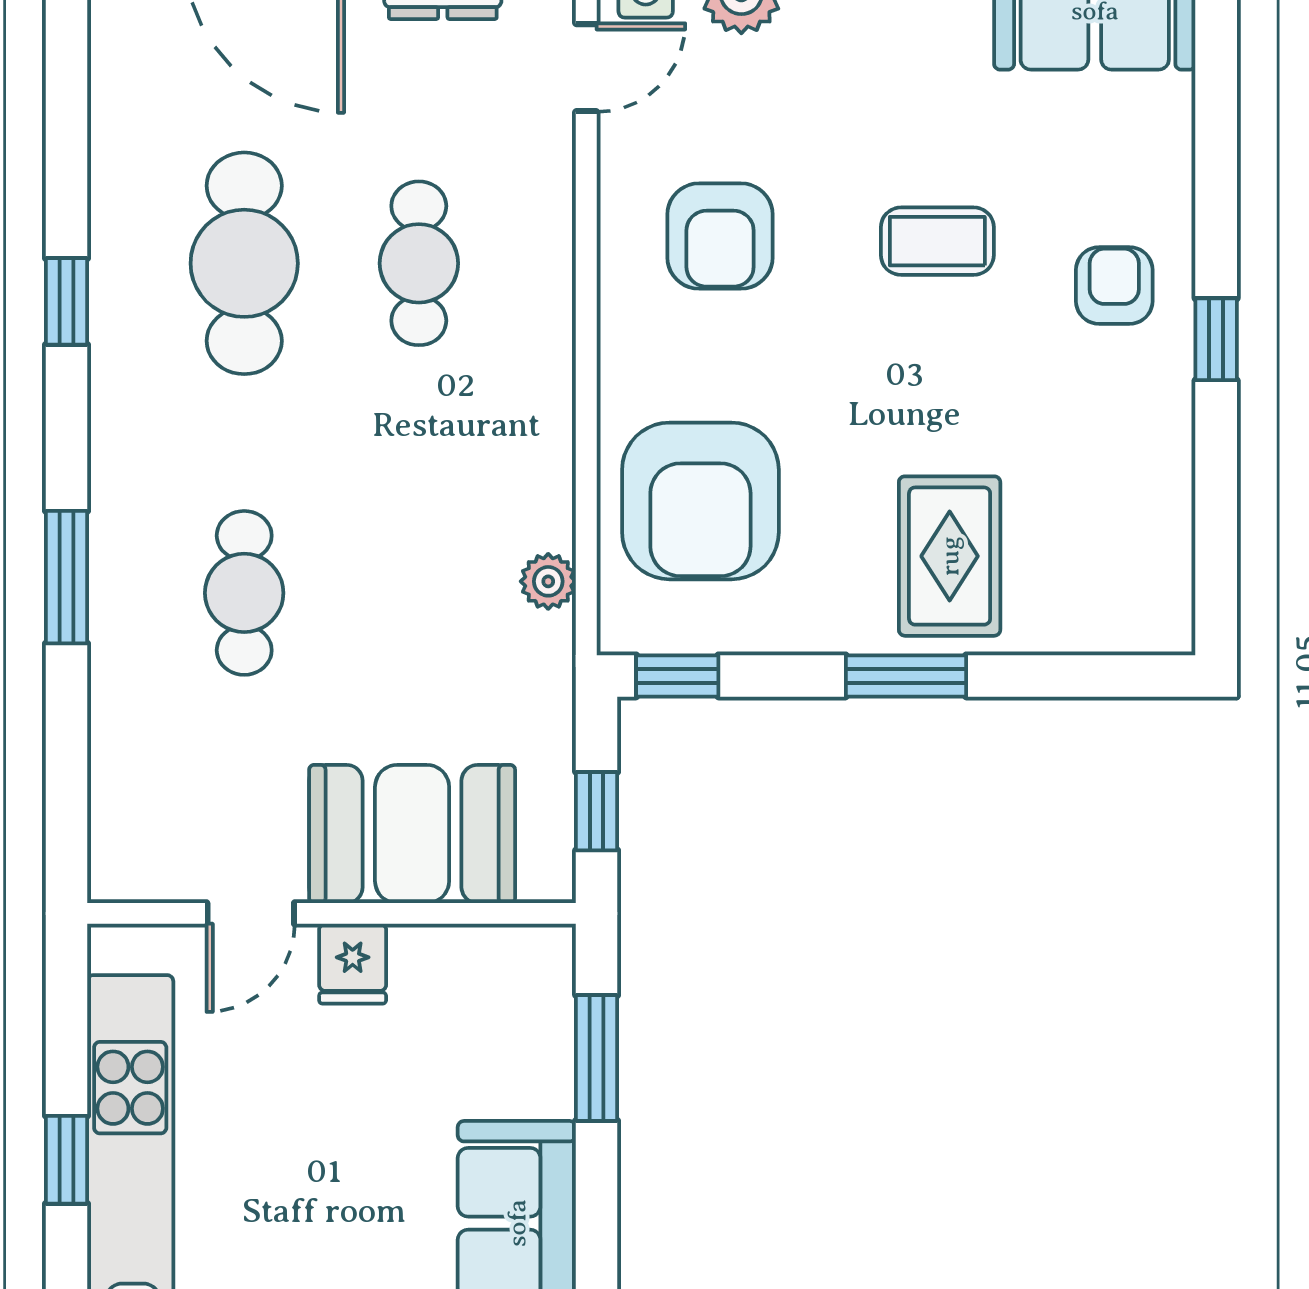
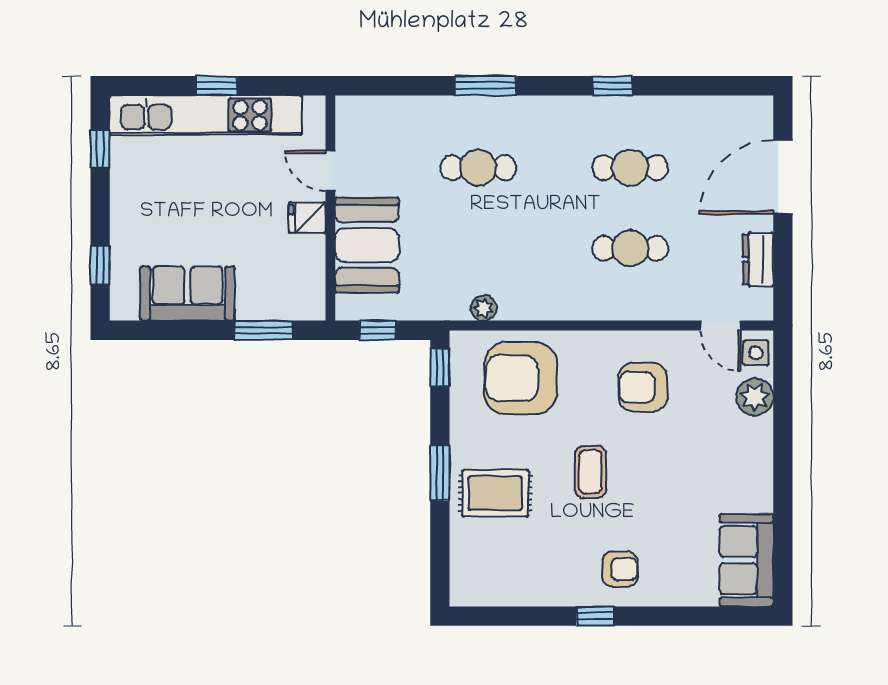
coffee table: (937, 241) -> (590, 472), moved
cafe table: (244, 263) -> (630, 168), width x0.73, depth x0.74

